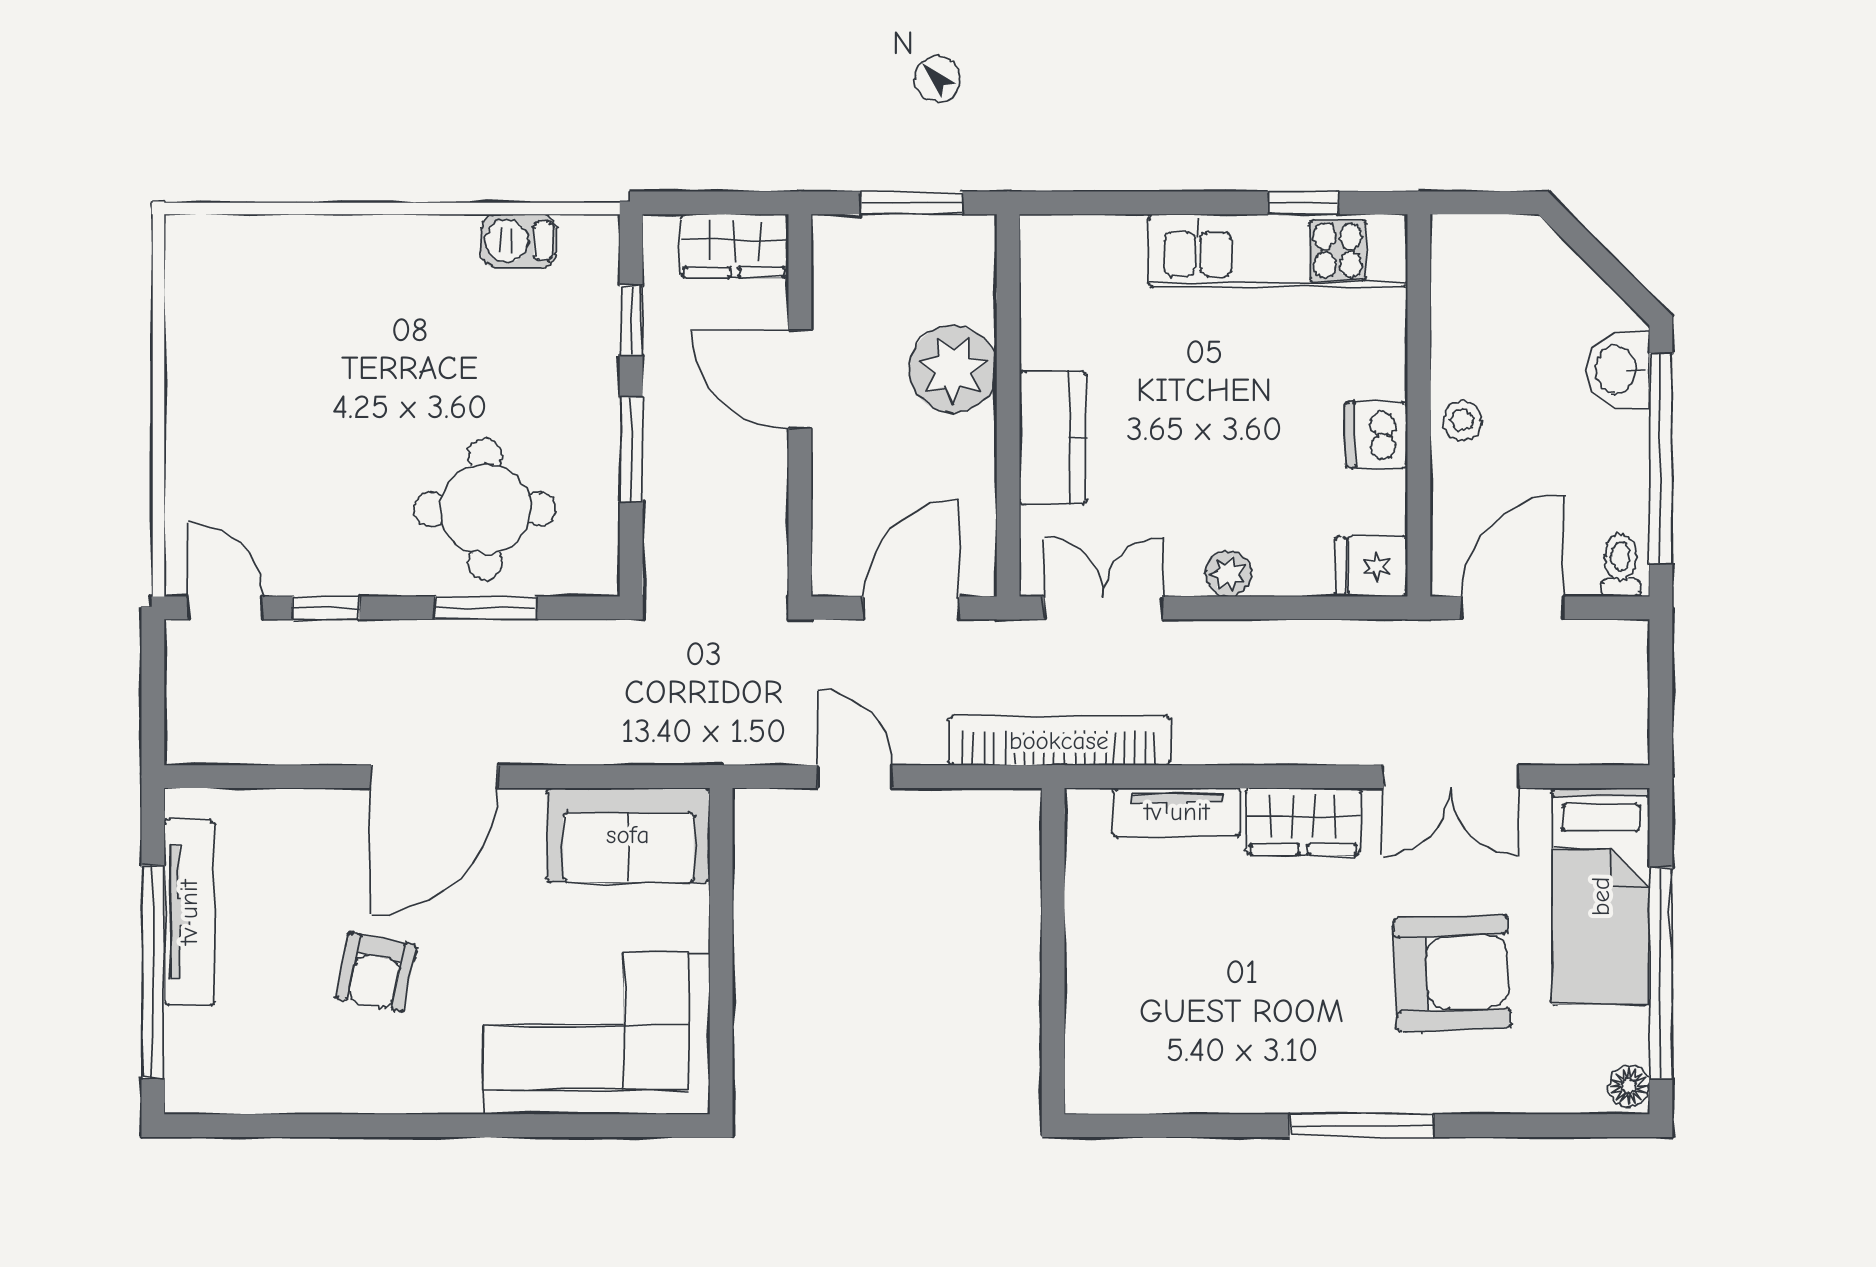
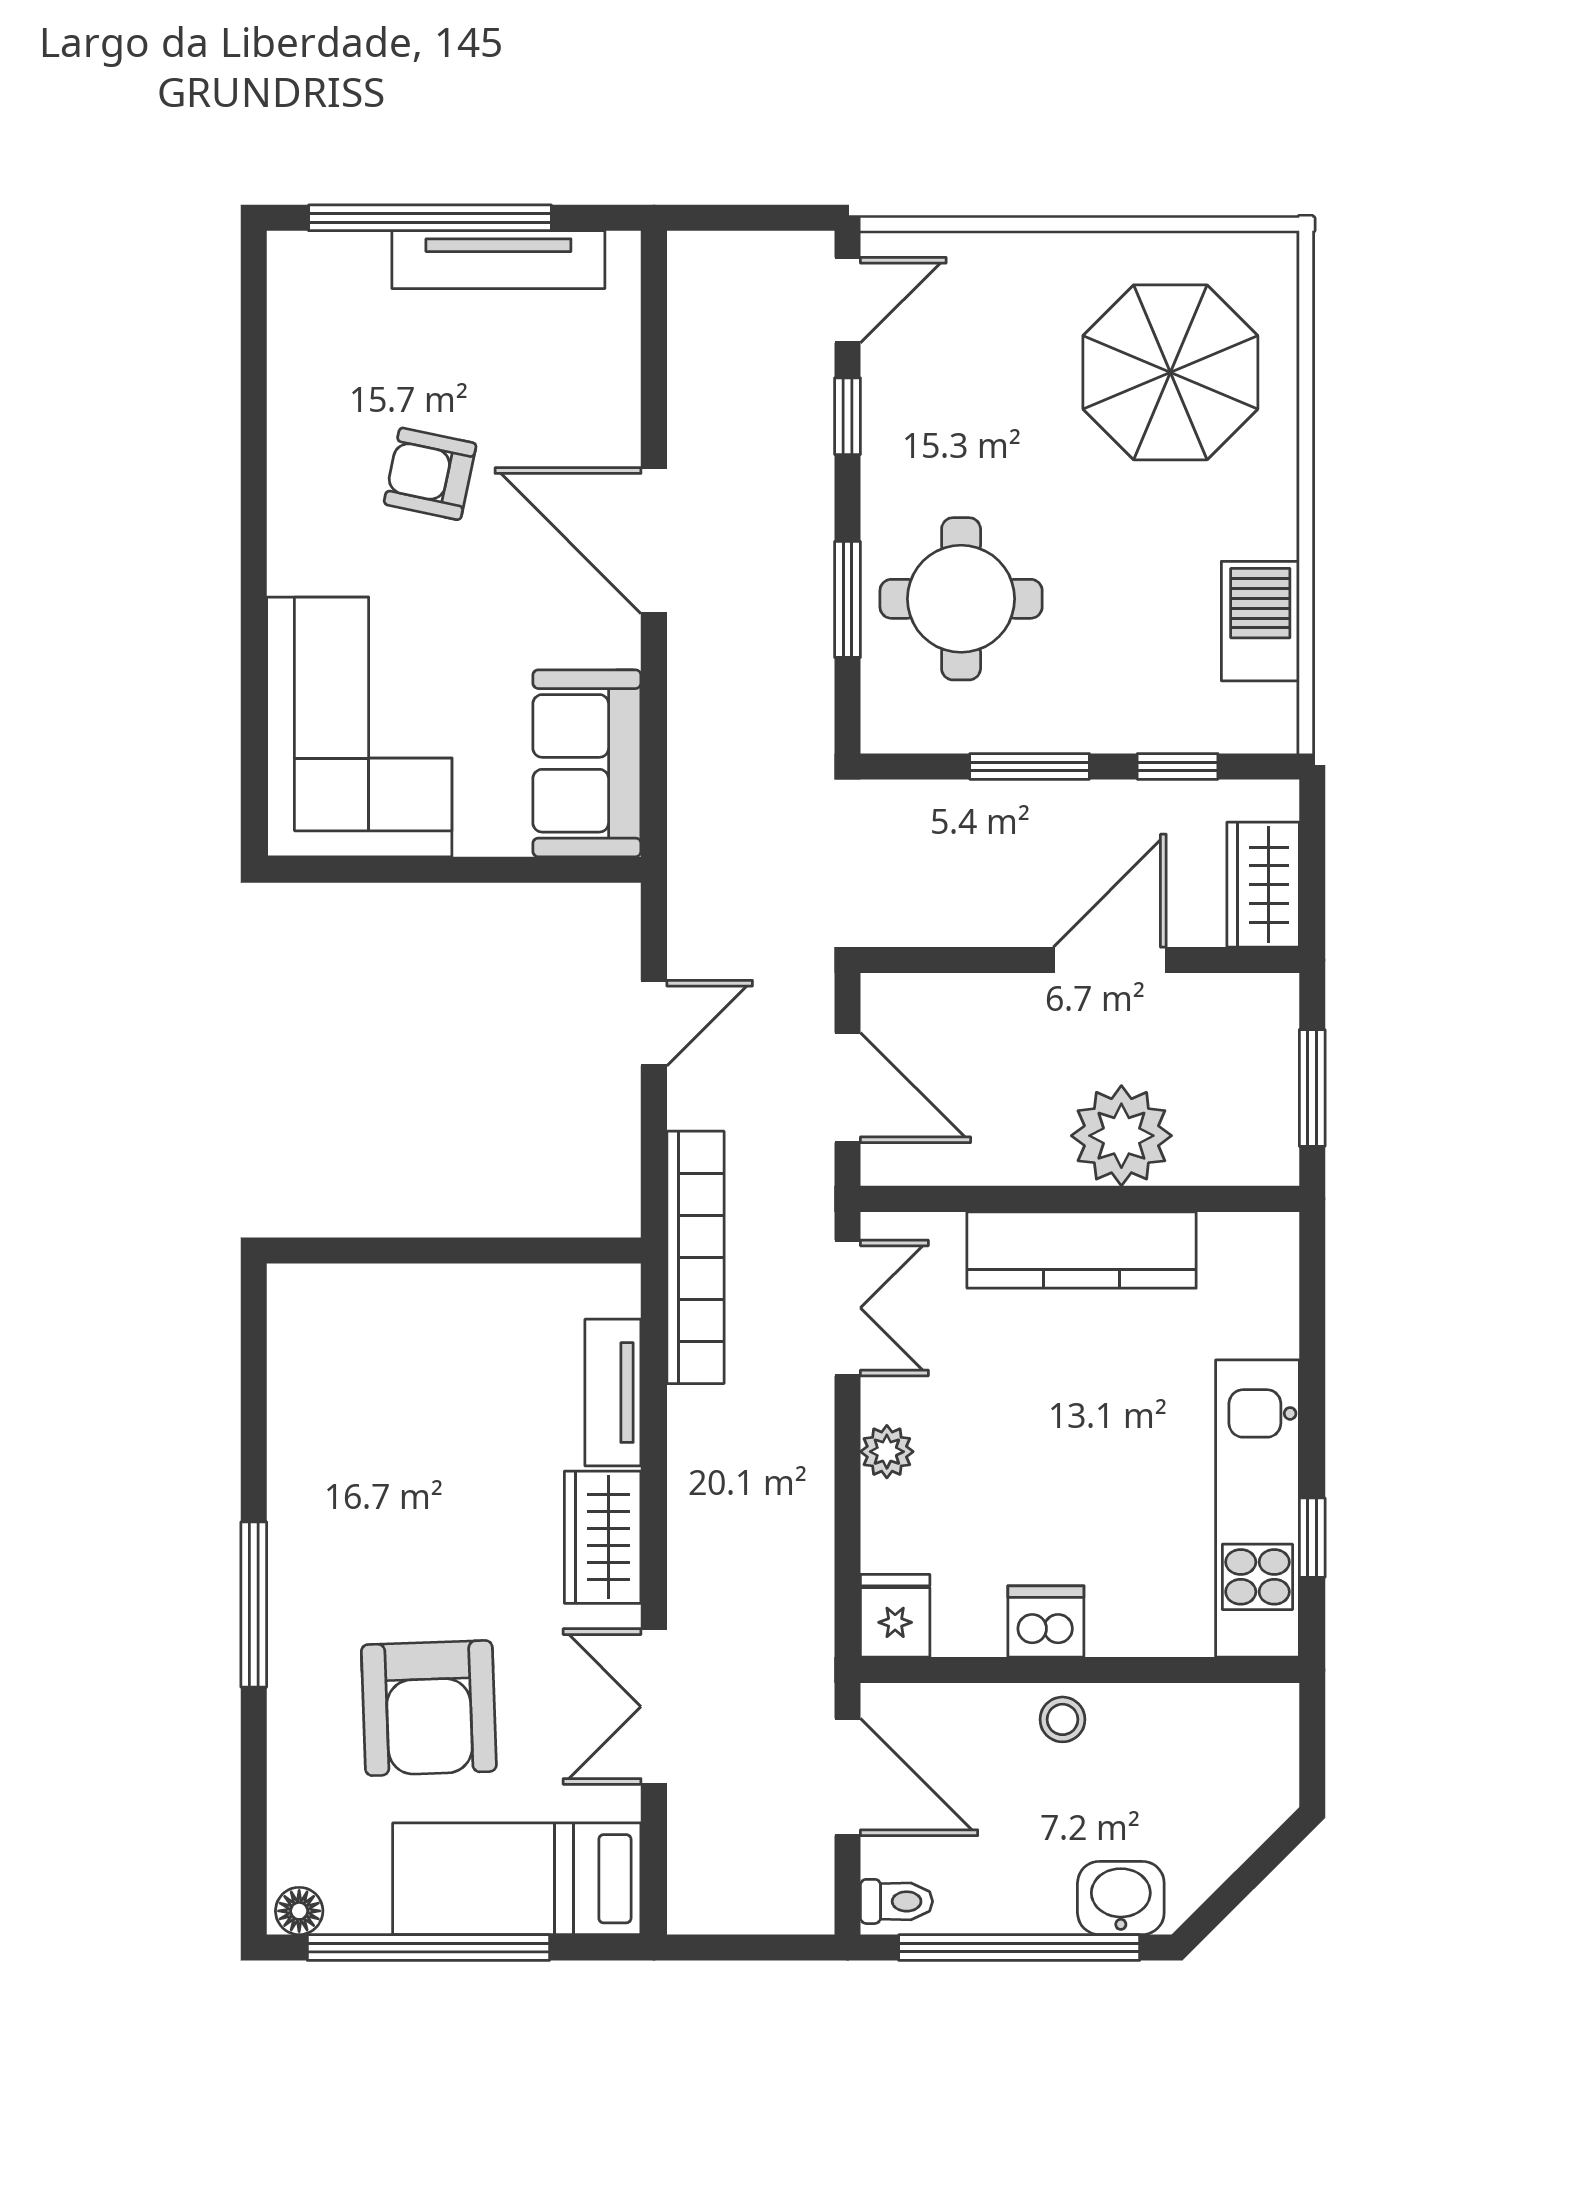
barbecue: (519, 241) -> (1260, 621), width x1.38, depth x1.27
parasol: (288, 327) -> (1170, 372), added
kitchen counter: (1053, 437) -> (1082, 1250), width x1.50

